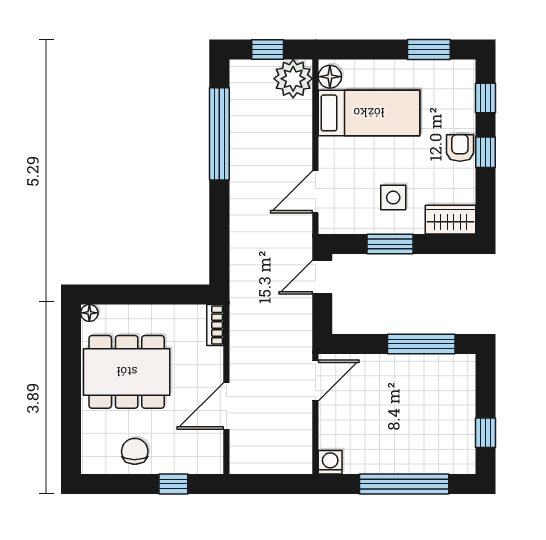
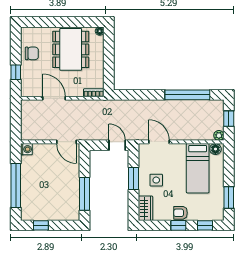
plant: (293, 79) -> (219, 135), width x0.53, depth x0.53
armchair: (460, 148) -> (181, 213), turned 180

